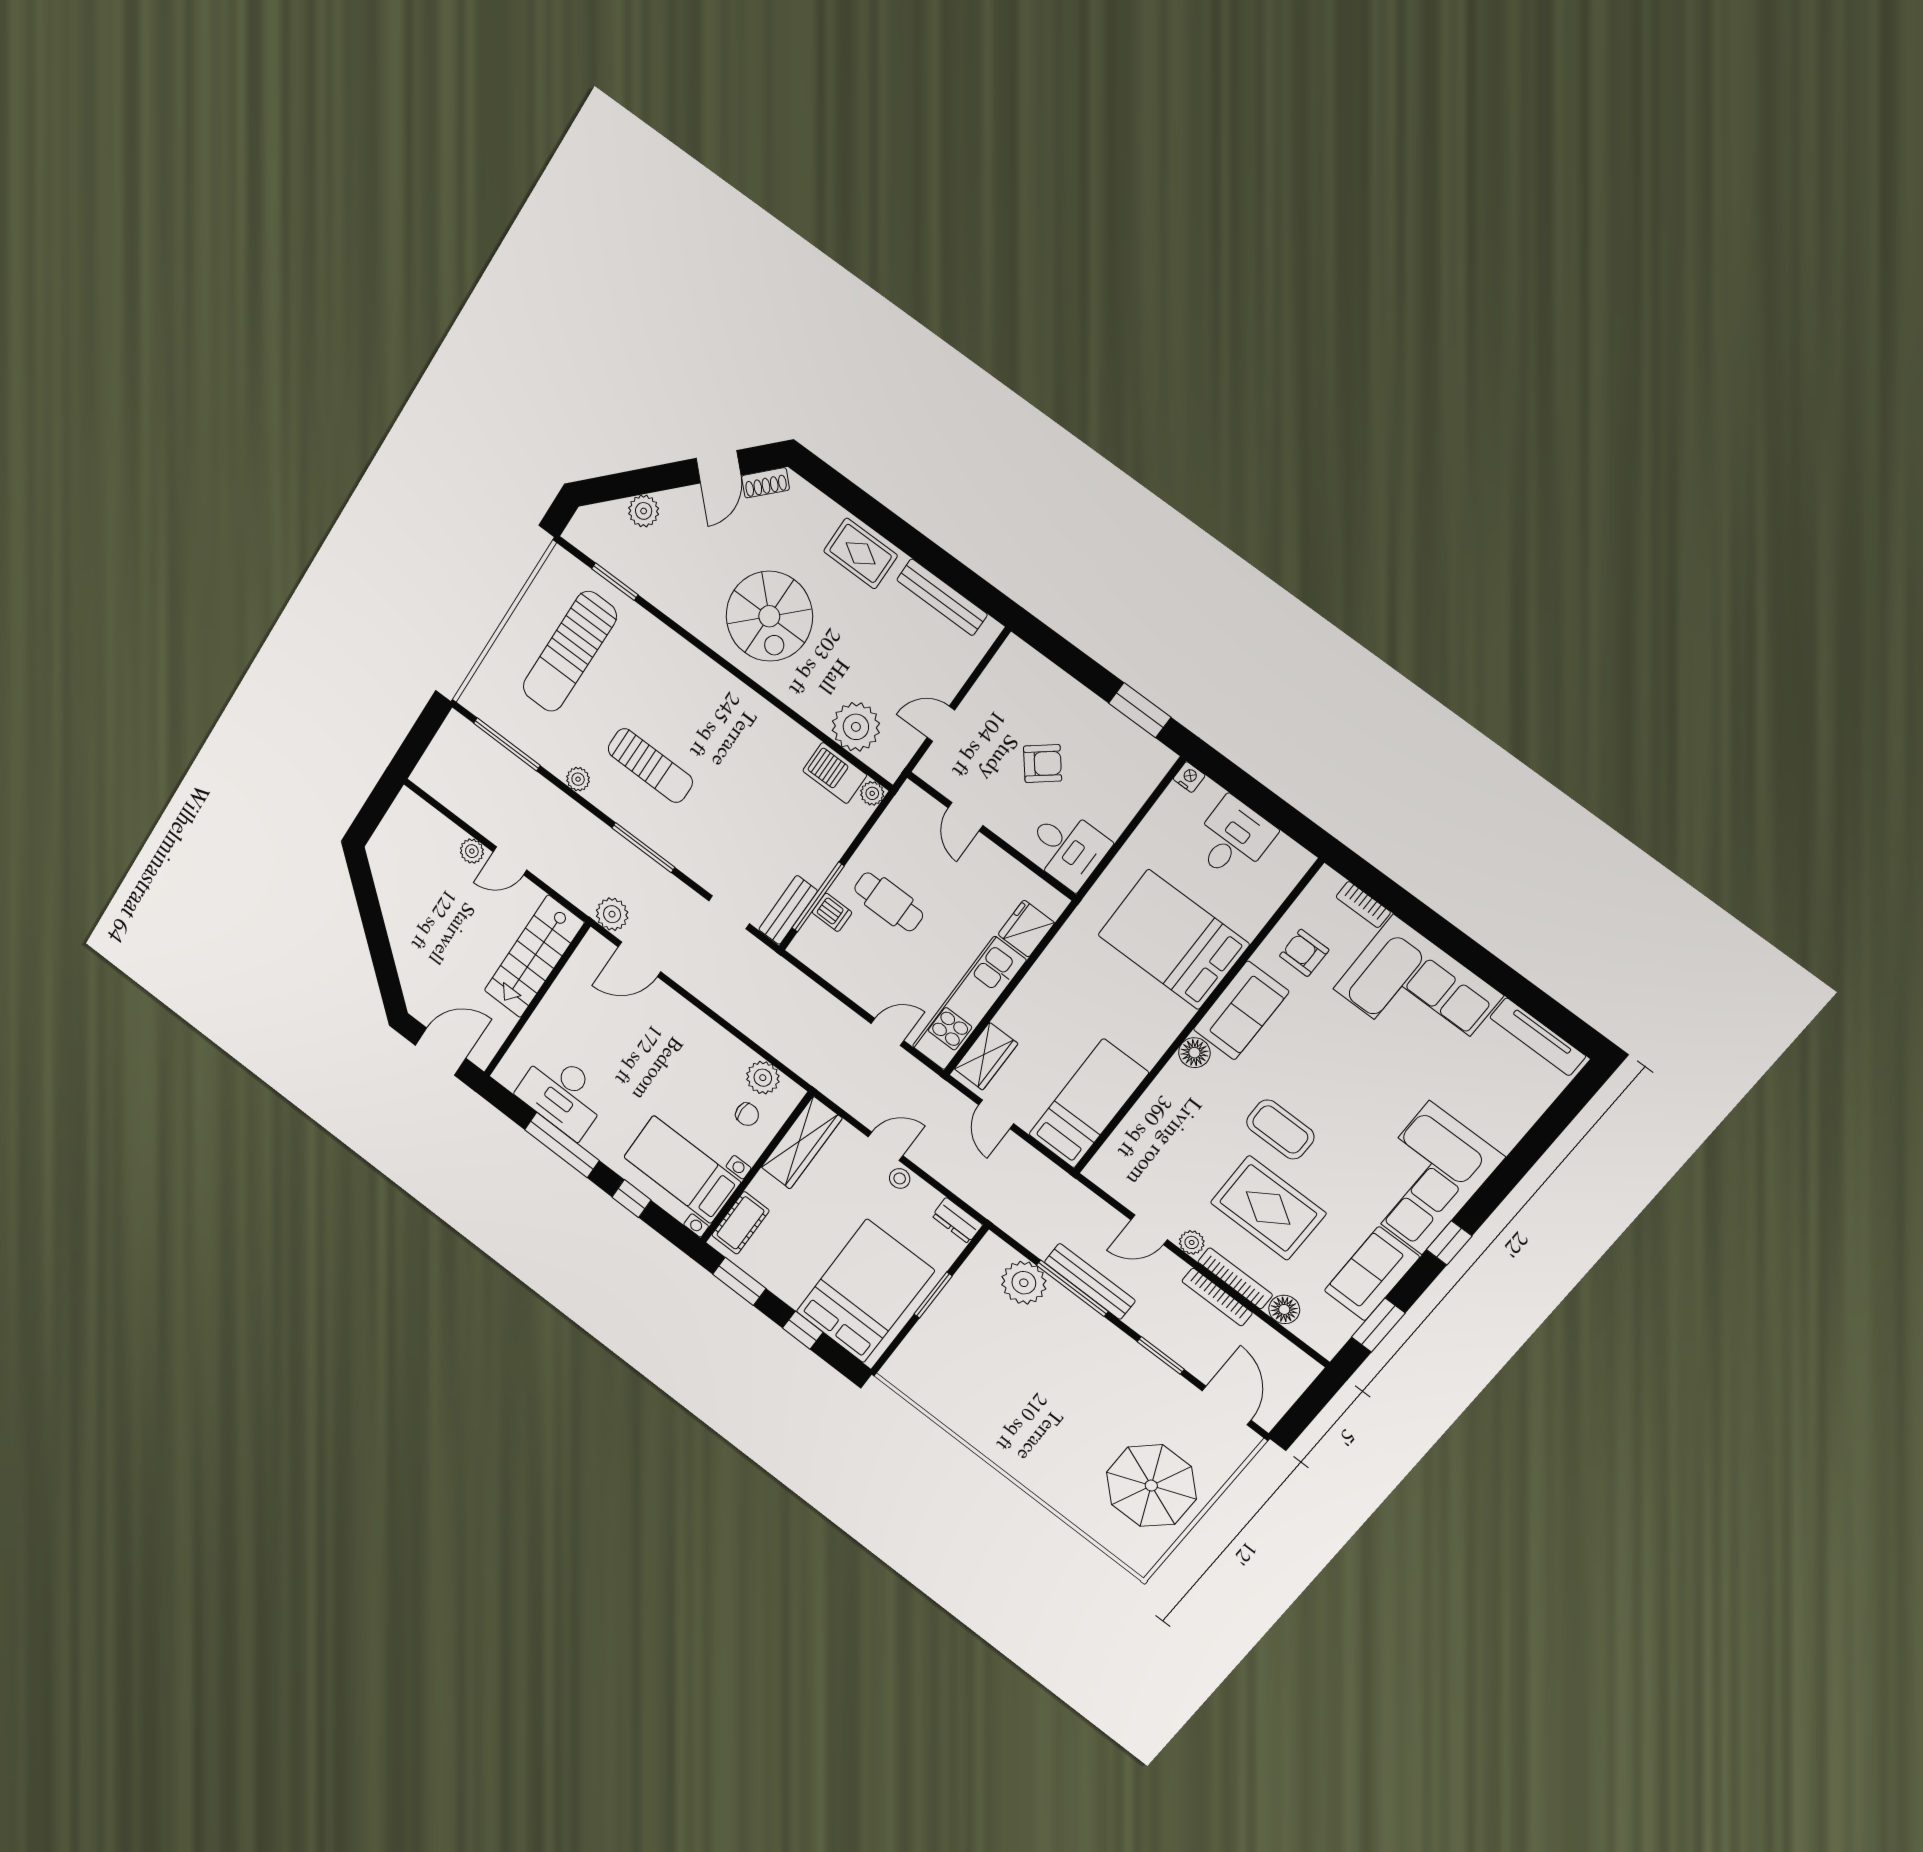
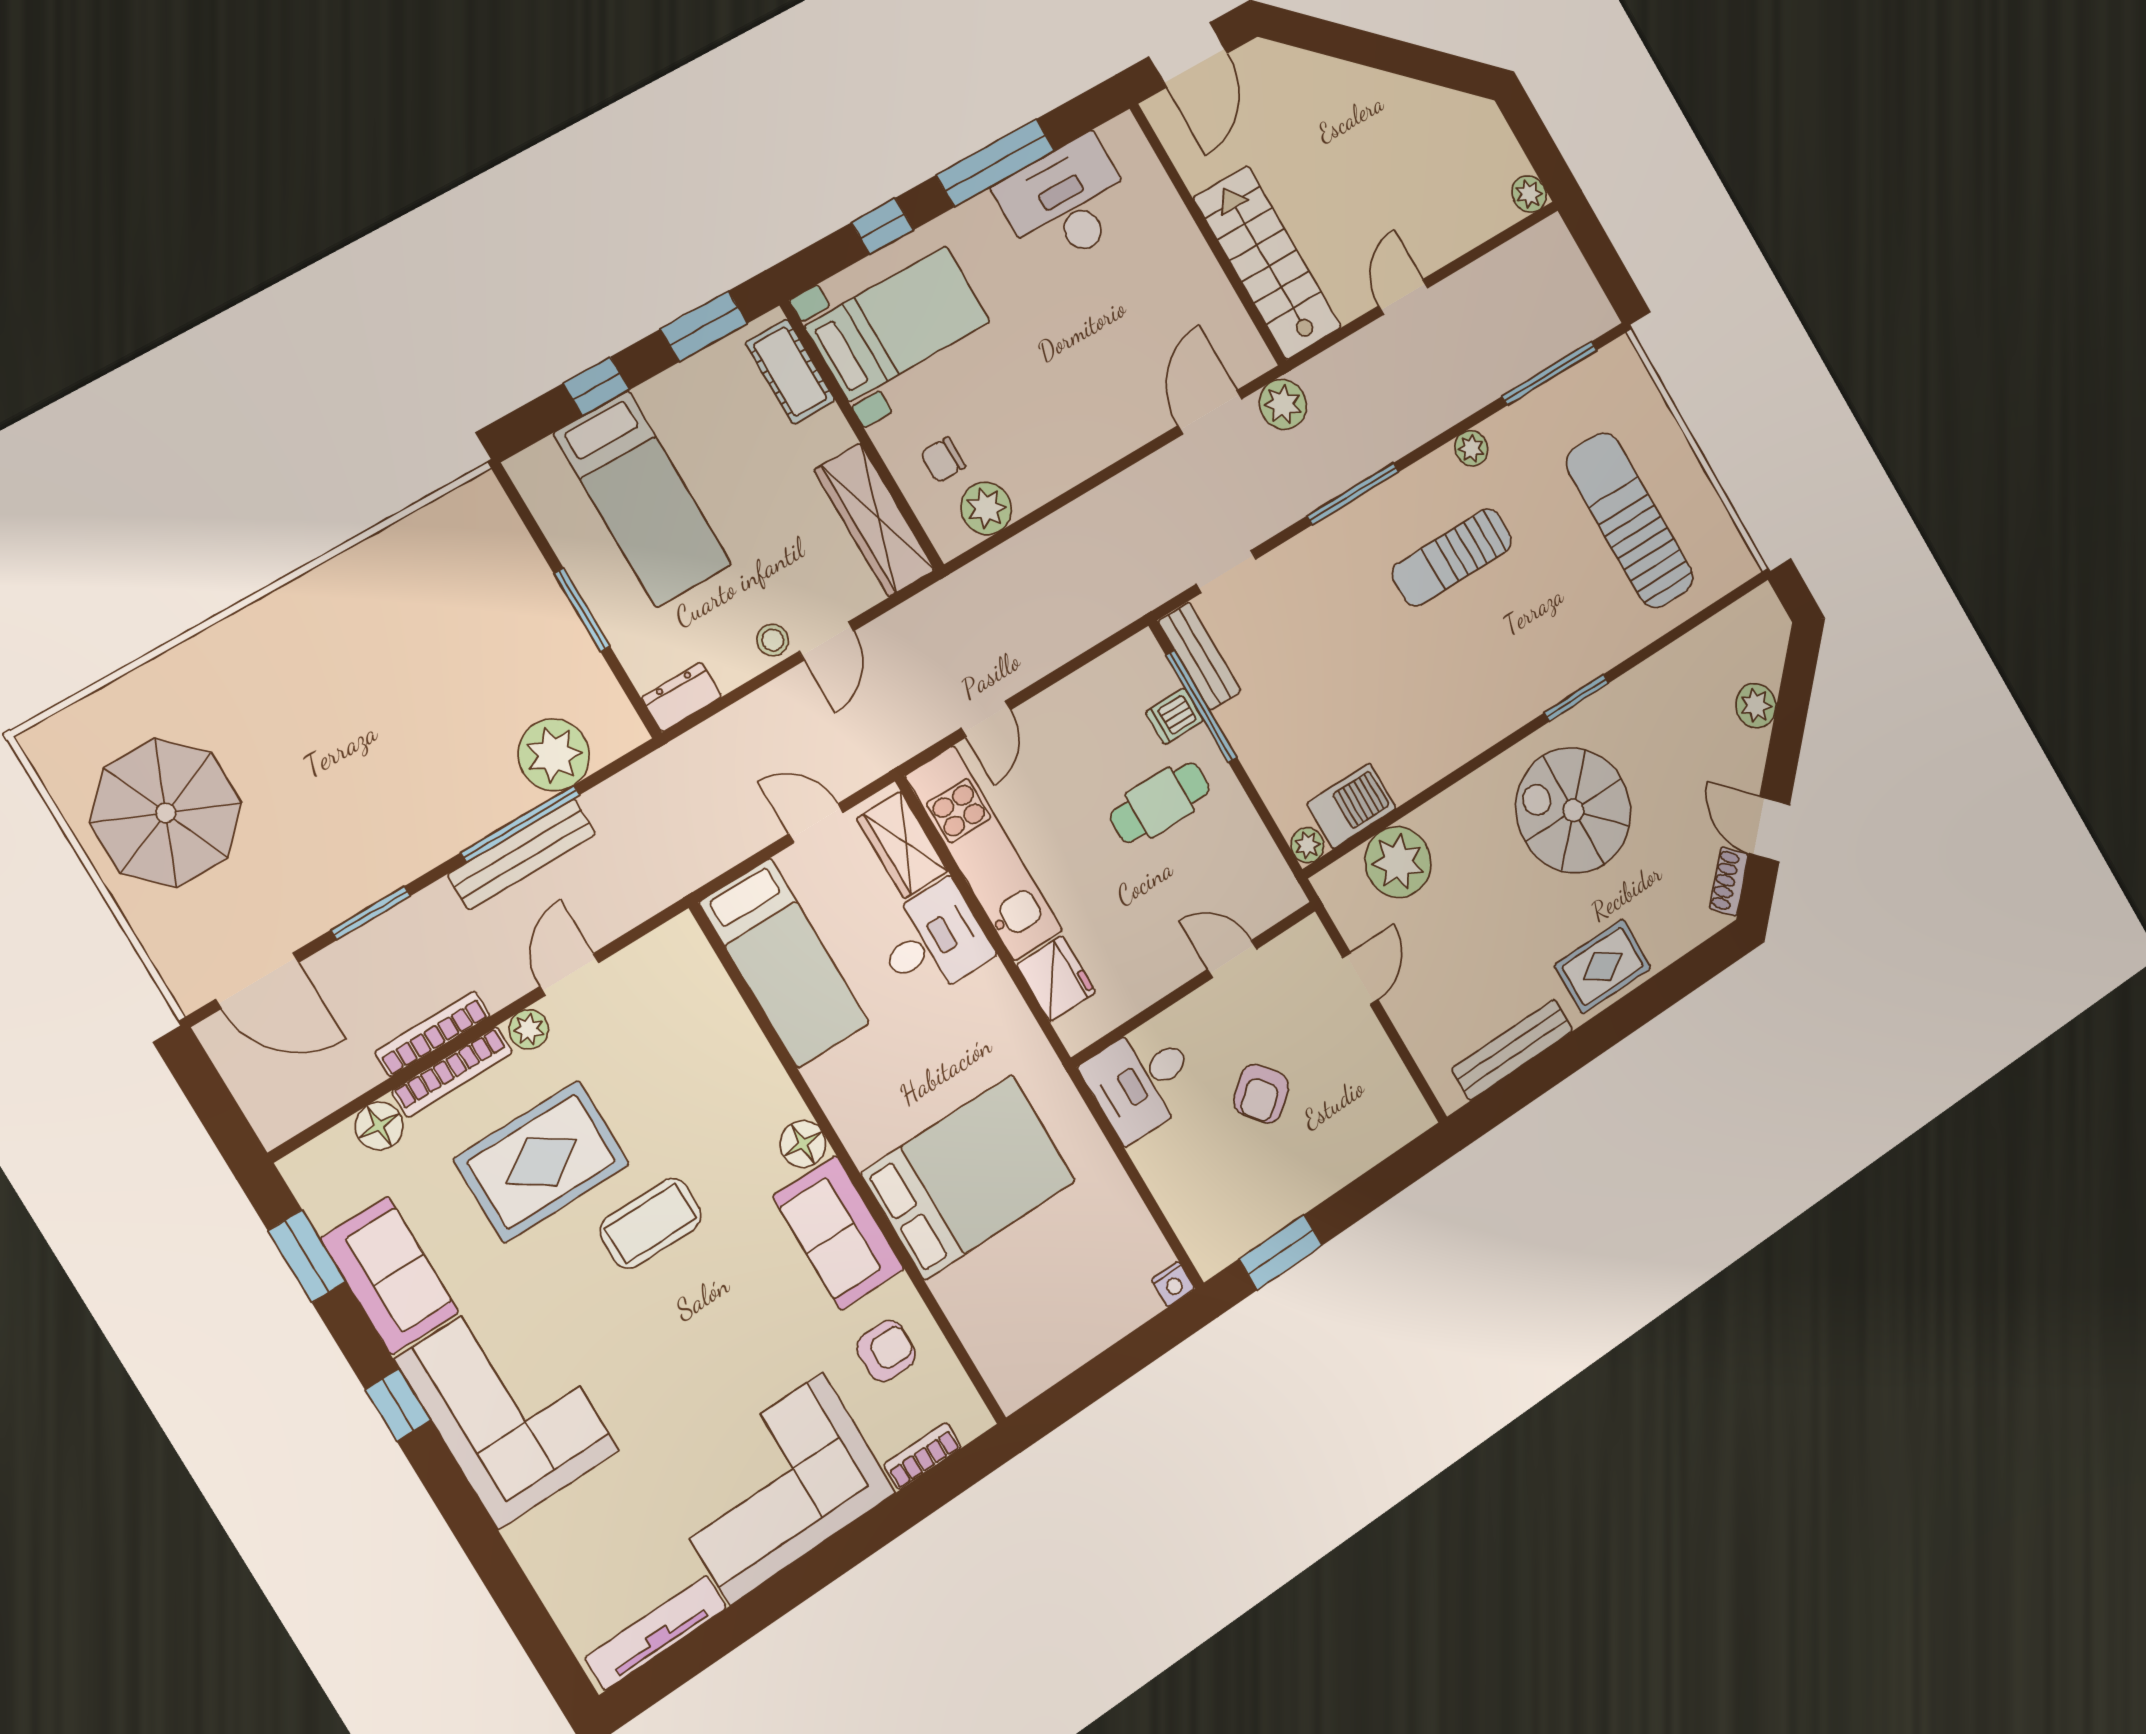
window: (615, 582) -> (1576, 698), moved
desk: (1233, 839) -> (933, 941), moved, turned -90
plant: (472, 851) -> (1529, 194), moved
bed: (865, 1291) -> (642, 499), width x0.67

